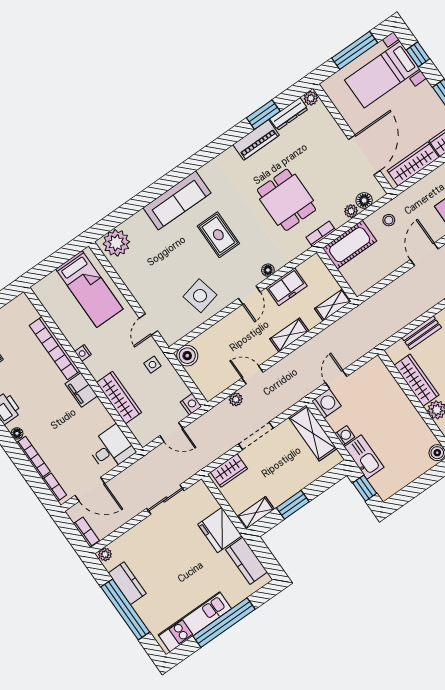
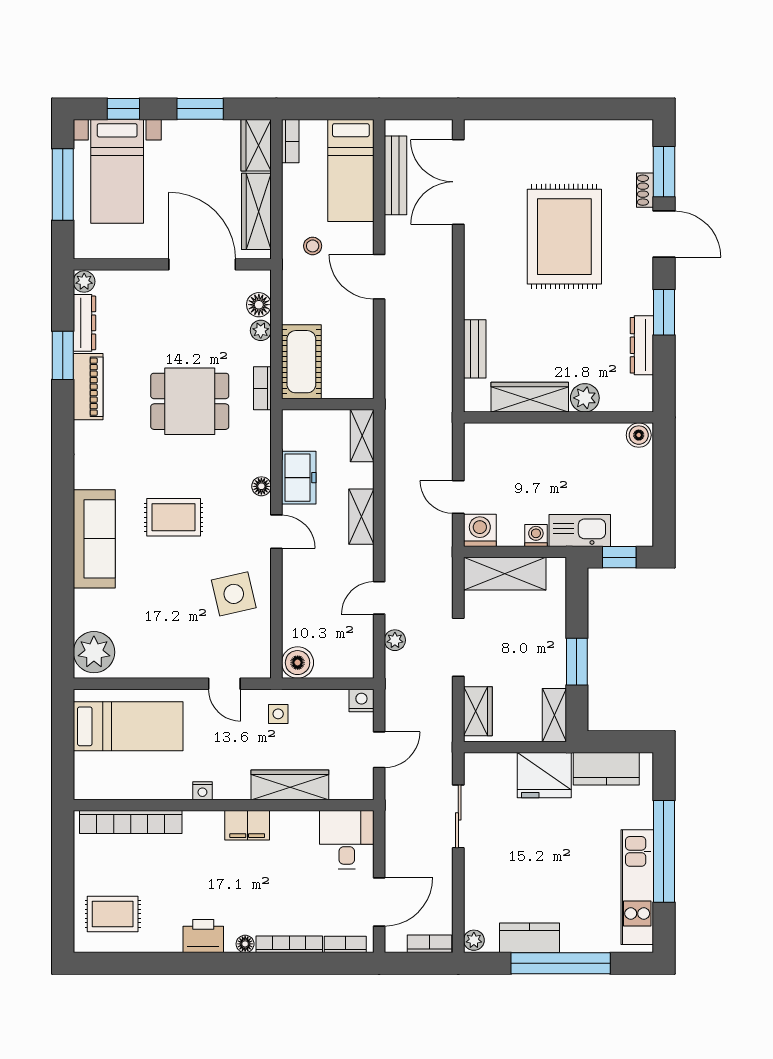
stool: (389, 220) -> (313, 246), moved
bookcase: (55, 348) -> (131, 822), moved

